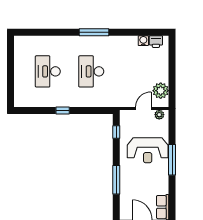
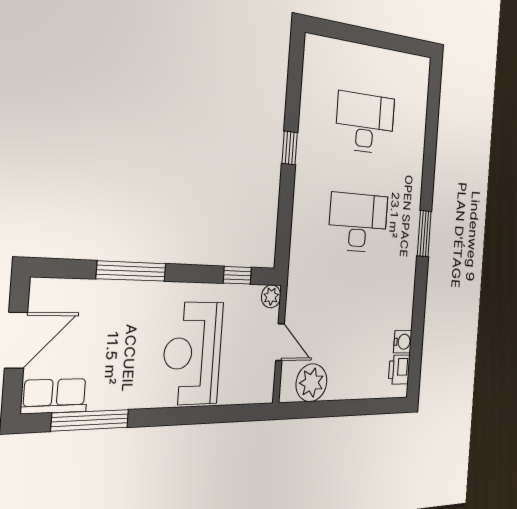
window: (94, 32) -> (424, 234), width x0.69
plant: (159, 115) -> (271, 296), moved
window: (172, 160) -> (90, 420), moved

